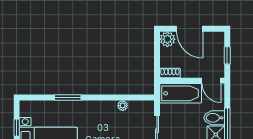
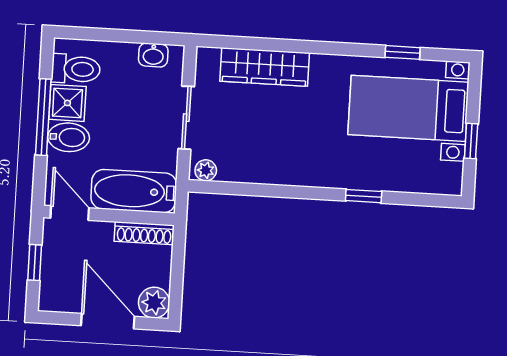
shoe rack: (170, 73) -> (144, 233), width x1.43
window: (68, 98) -> (364, 196), width x0.67
plant: (123, 106) -> (206, 170), moved

